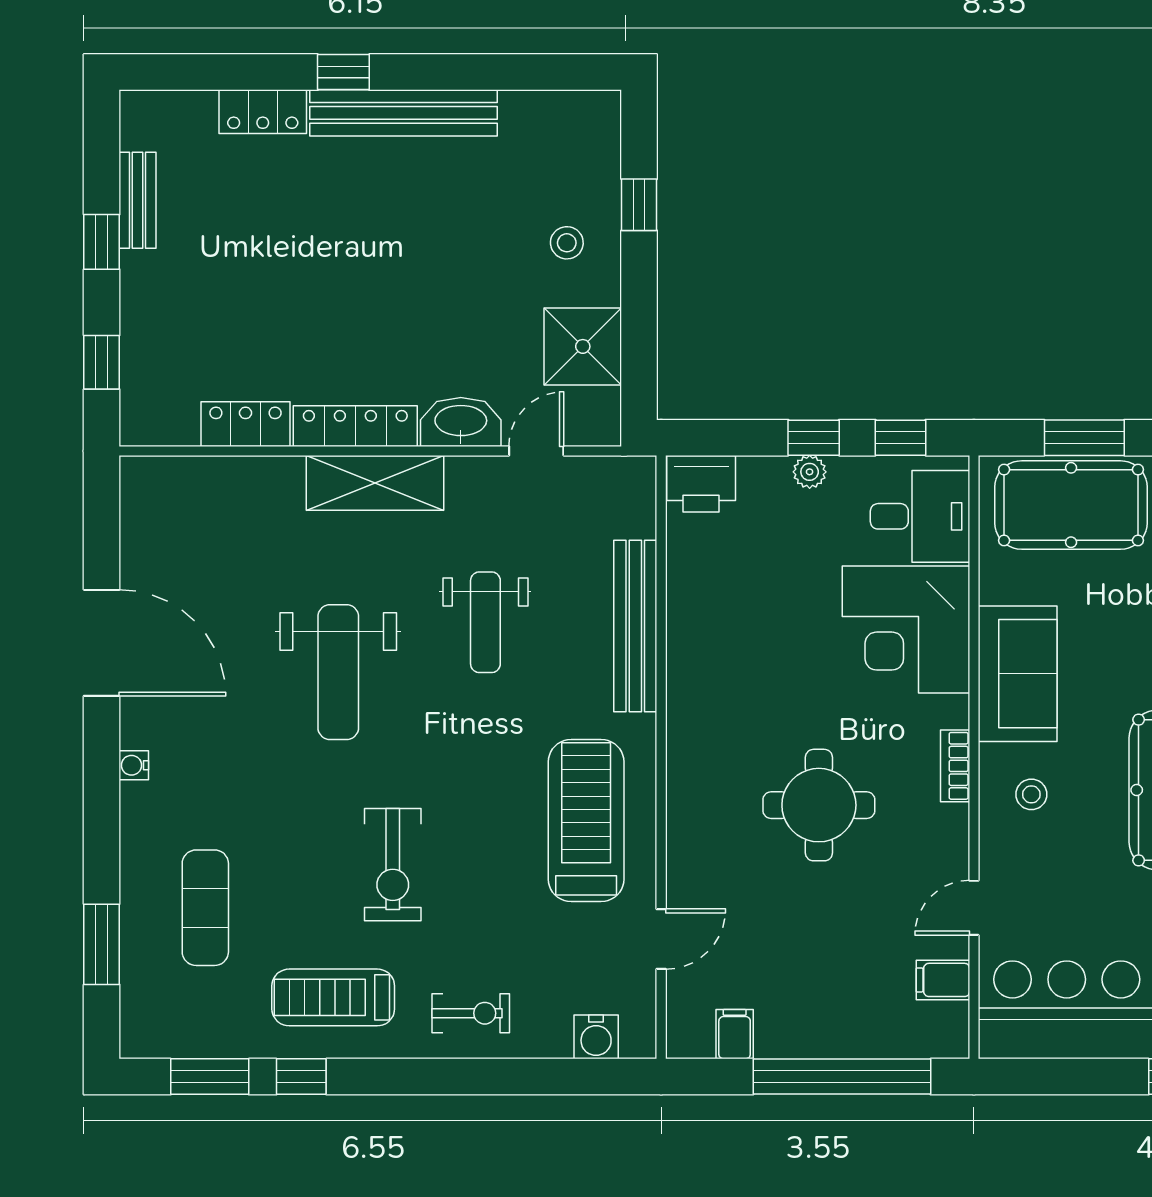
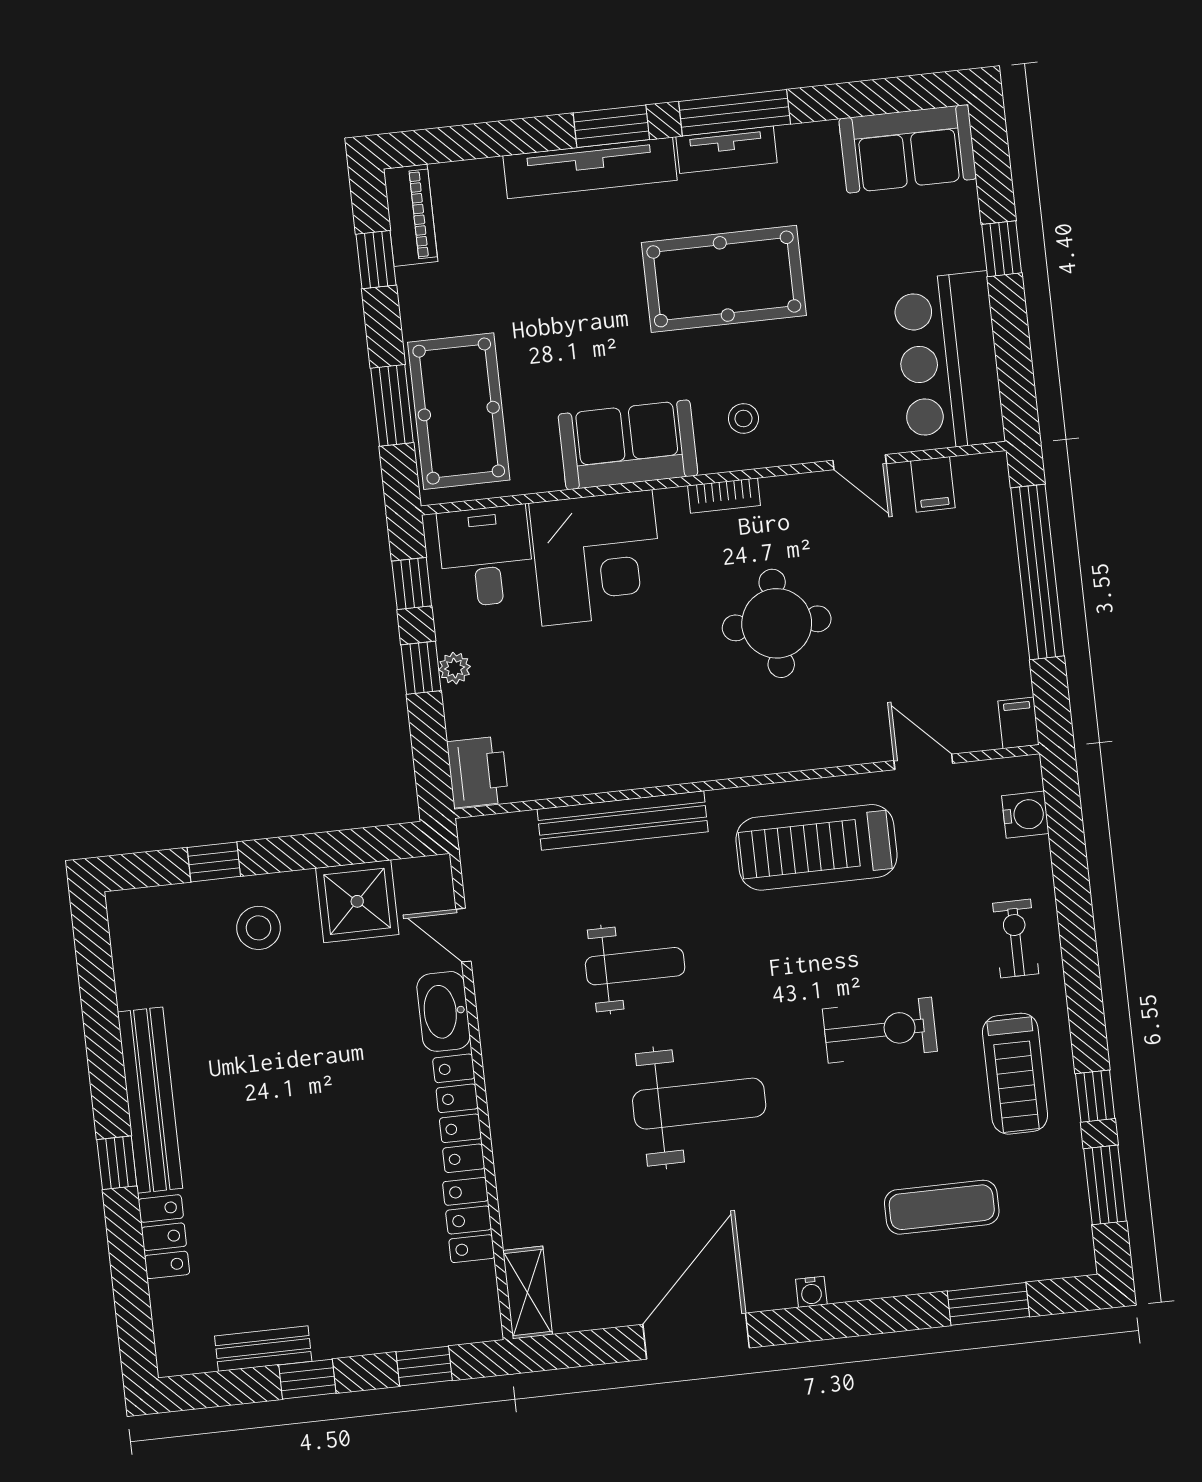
stool: (567, 243) -> (259, 928), width x1.37, depth x1.37
shelving: (375, 483) -> (528, 1293), moved, width x0.67, depth x0.75
filing cabinet: (735, 1034) -> (1018, 723), moved, turned 90

